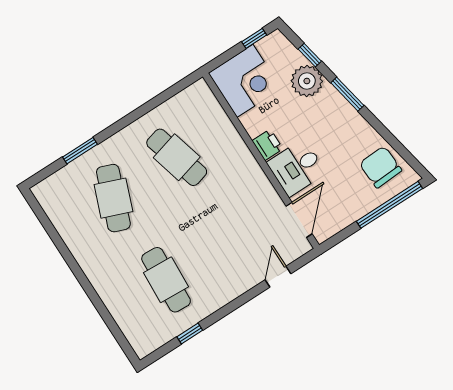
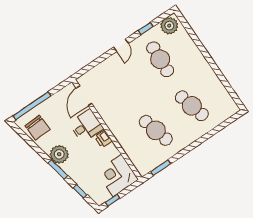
plant: (307, 81) -> (59, 154), moved
window: (80, 151) -> (161, 168), moved
cafe table: (113, 198) -> (192, 106), turned -36
door: (278, 277) -> (121, 45), moved
plant: (149, 337) -> (169, 26), added

